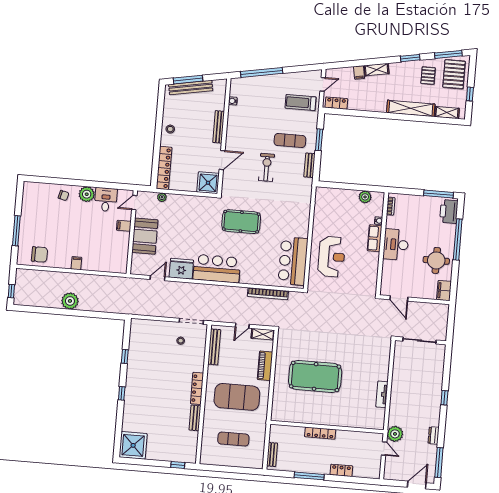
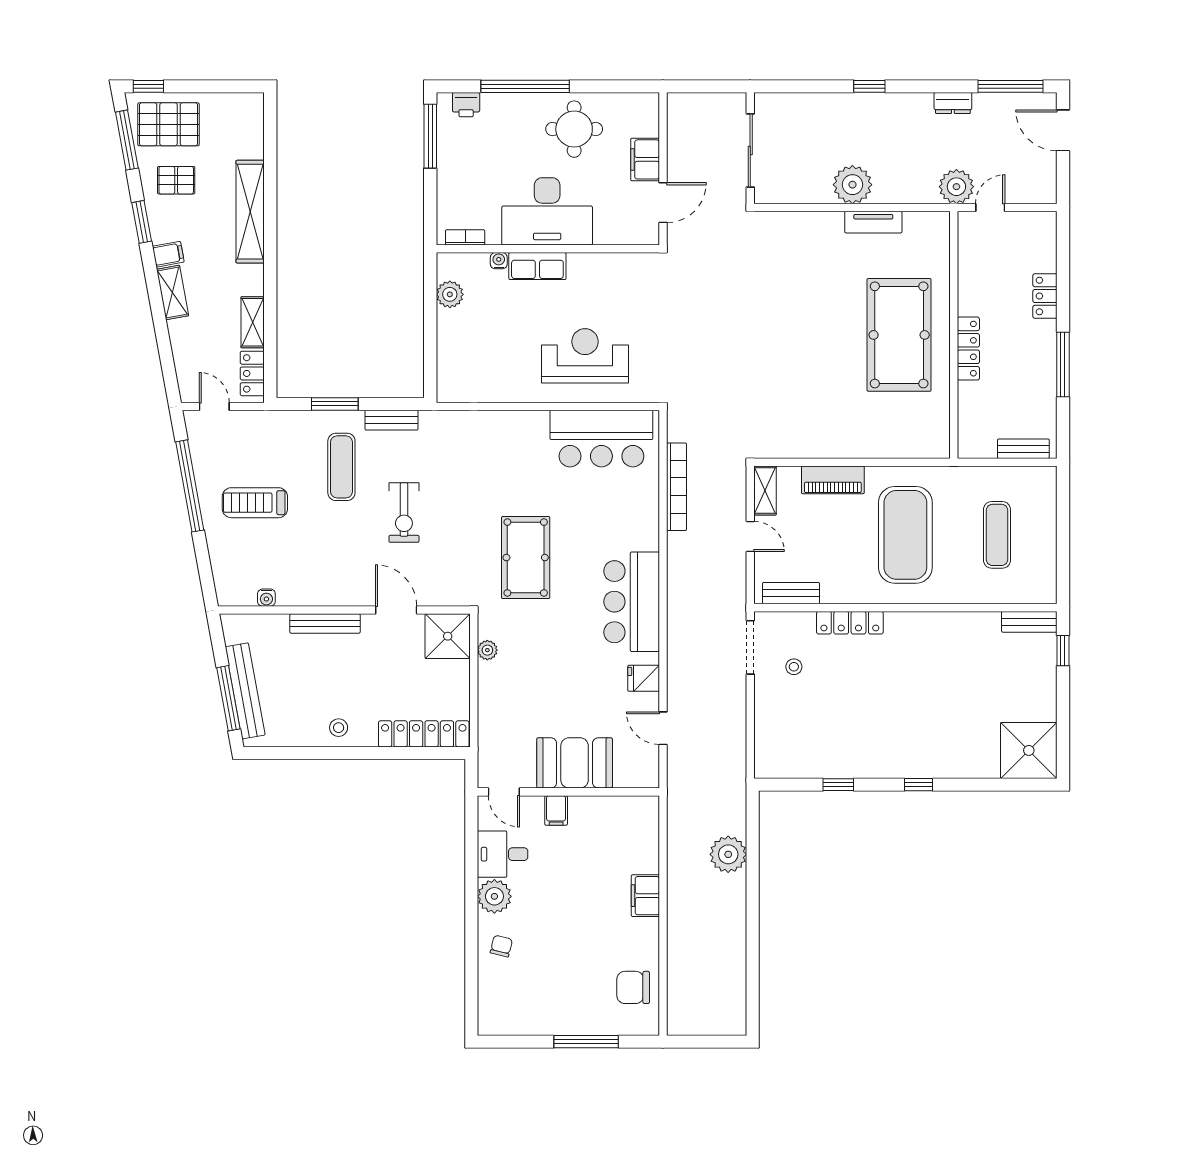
window: (262, 72) -> (190, 486), moved
filing cabinet: (359, 72) -> (168, 254), moved
window: (470, 94) -> (148, 86), moved
treadmill: (301, 103) -> (255, 503), moved, turned 90
shelving: (447, 113) -> (253, 322), moved
exercise bike: (267, 167) -> (404, 513), turned -90
plant: (162, 197) -> (487, 650), moved
printer: (449, 211) -> (466, 105), width x0.53, depth x0.68
desk: (396, 245) -> (547, 211), width x1.36, depth x1.30
chair: (39, 254) -> (633, 987), turned -90
filing cabinet: (76, 263) -> (645, 896), width x2.00
fridge: (181, 269) -> (644, 678), width x0.53, depth x0.75
window: (11, 291) -> (718, 1042), removed
filing cabinet: (444, 291) -> (645, 159), moved, turned 90
plant: (70, 301) -> (728, 854), moved
bench: (214, 347) -> (791, 593), width x0.73
pool table: (315, 376) -> (899, 335), moved
plant: (400, 386) -> (852, 185), added
locker: (197, 388) -> (850, 623), moved
bench: (195, 418) -> (1029, 622), moved

